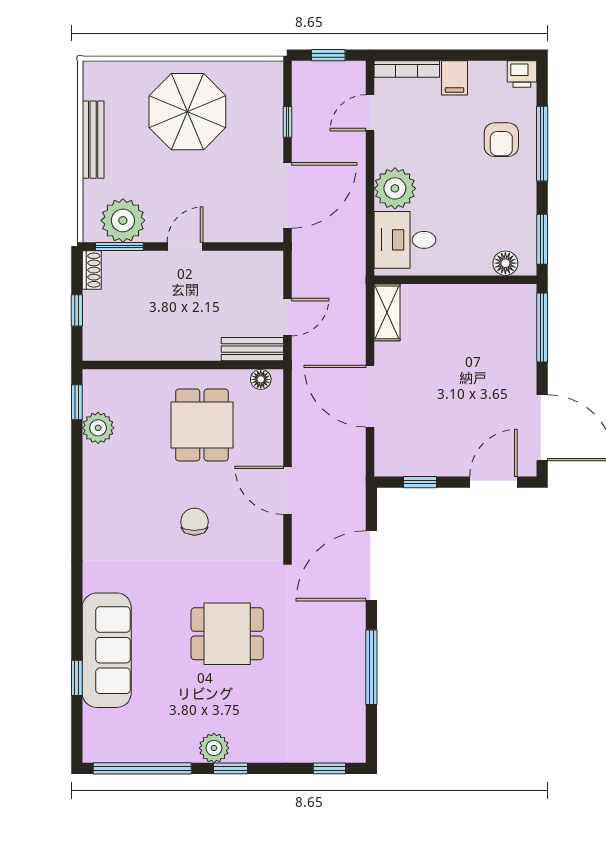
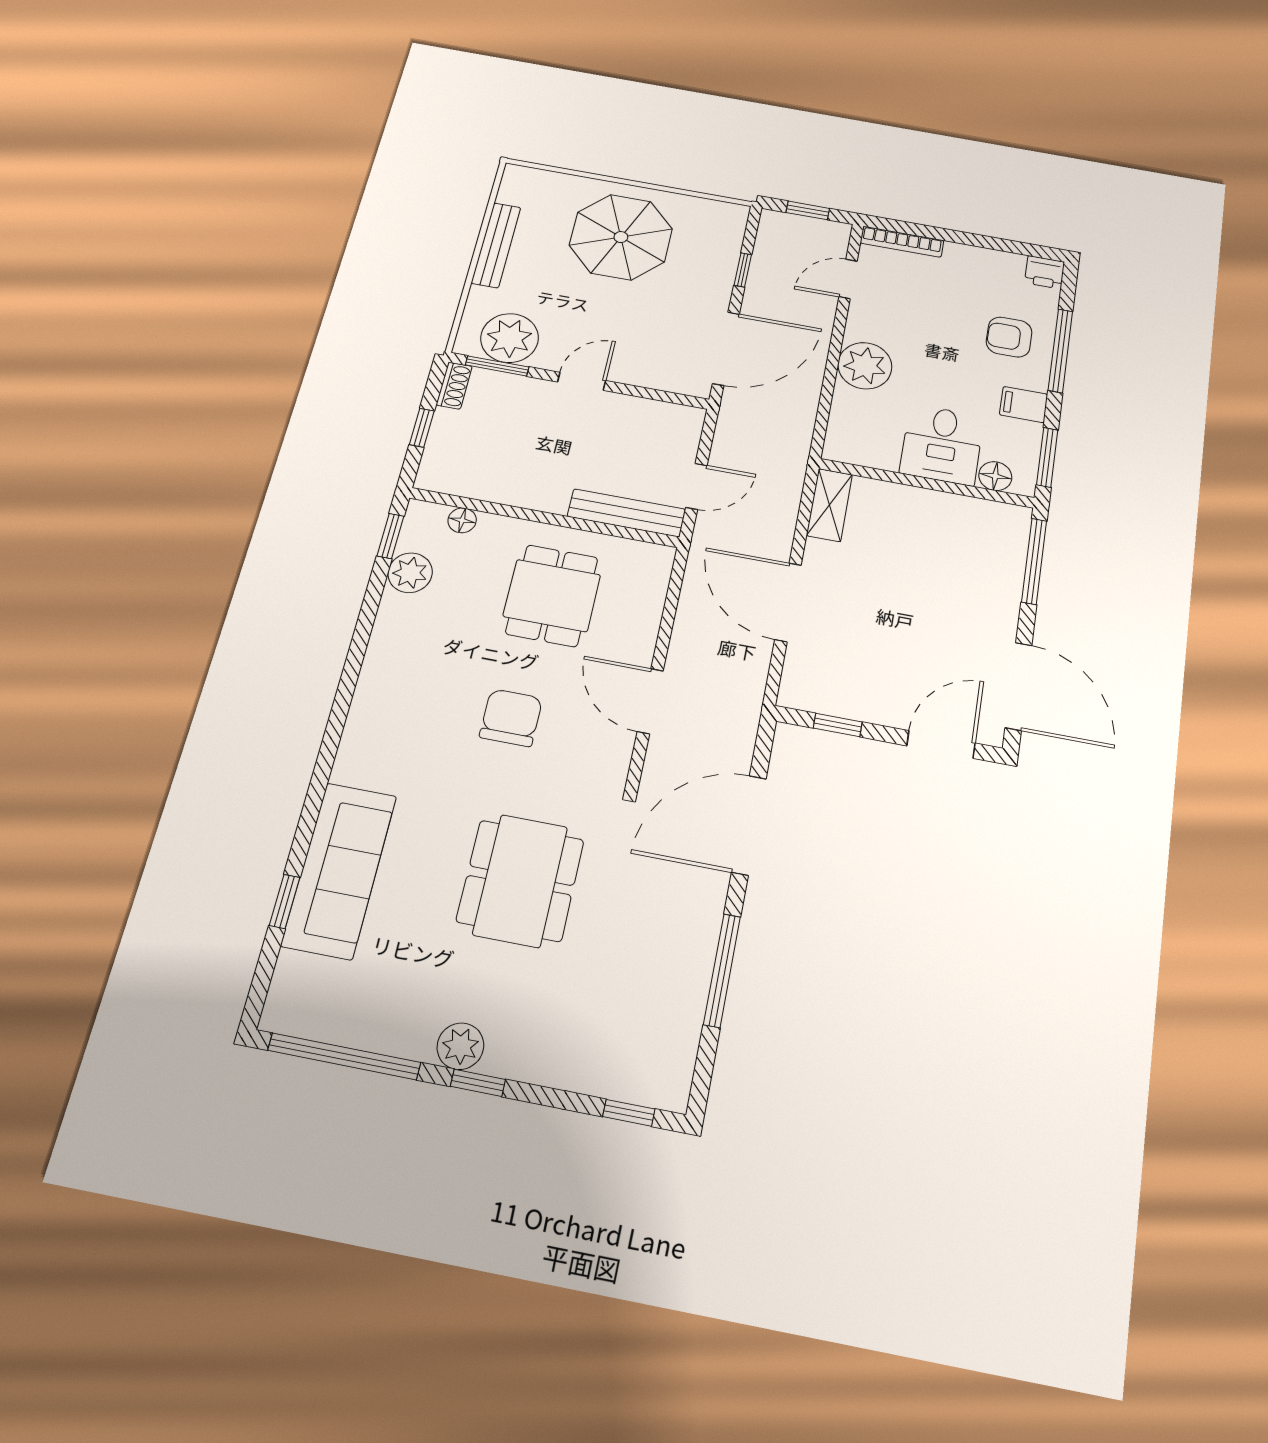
filing cabinet: (454, 78) -> (1024, 405), moved, turned 90
armchair: (501, 140) -> (1009, 337), turned 90
desk: (405, 240) -> (942, 445), moved, turned -90
bench: (252, 349) -> (627, 513), width x1.36
floor lamp: (261, 379) -> (462, 520), moved
chair: (194, 522) -> (511, 718), width x1.37, depth x1.37
dining table: (227, 634) -> (520, 881), width x1.38

